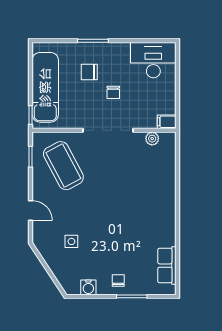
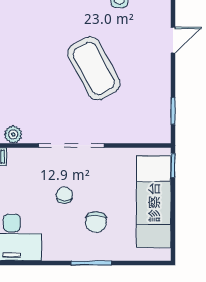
chair: (89, 72) -> (96, 222), turned 90
coffee table: (63, 166) -> (94, 68), moved
door: (31, 210) -> (173, 40), swing flipped

